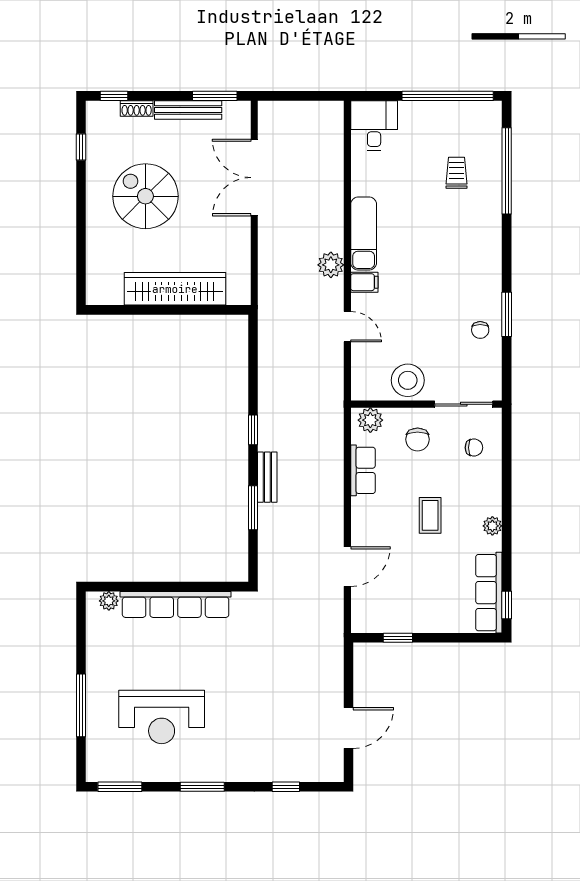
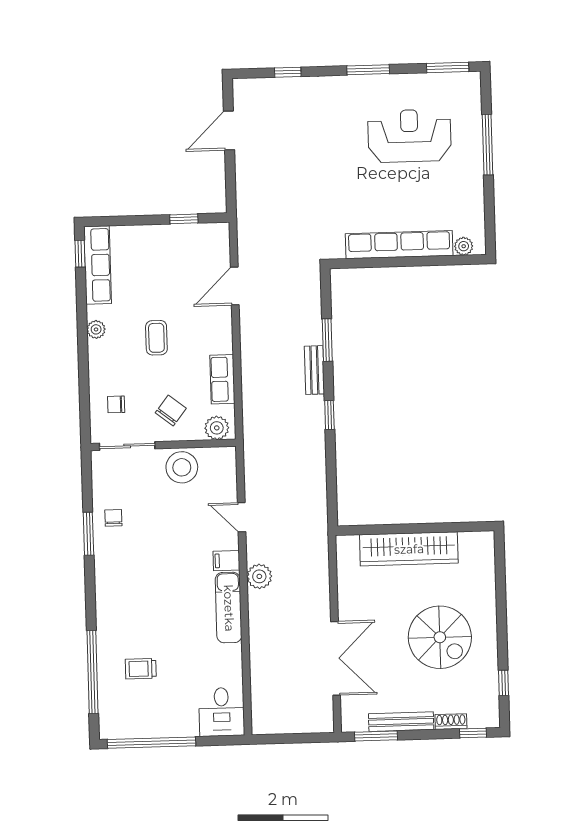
trolley: (457, 173) -> (141, 669), turned 90
chair: (418, 439) -> (171, 411), turned 38

